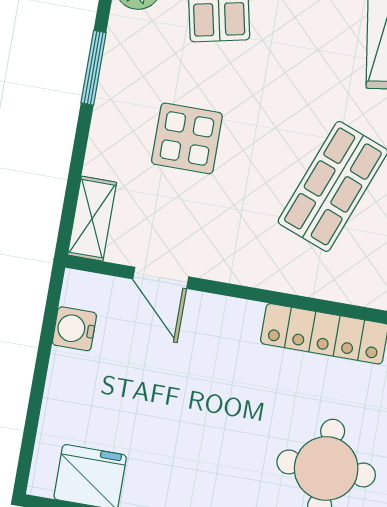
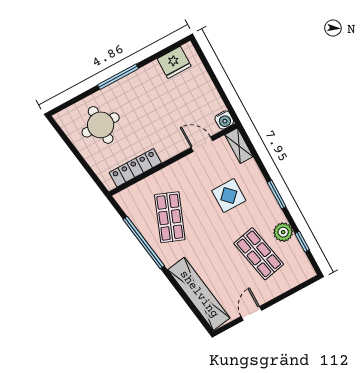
water cooler: (74, 329) -> (224, 120), moved, turned 90

